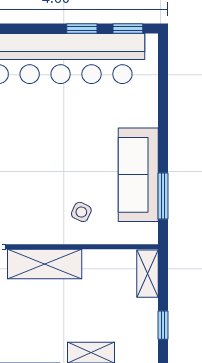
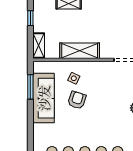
armchair: (75, 171) -> (77, 100), added
shelving: (45, 264) -> (80, 51), moved

